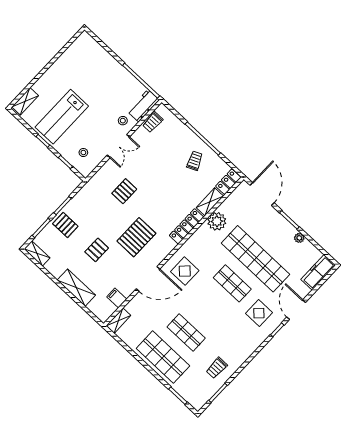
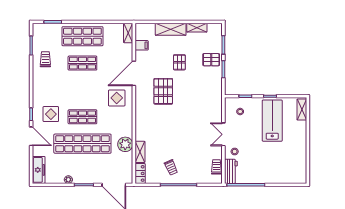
pallet: (124, 191) -> (195, 111), removed
locker: (186, 226) -> (140, 125), removed
shelving: (37, 253) -> (197, 28), moved

